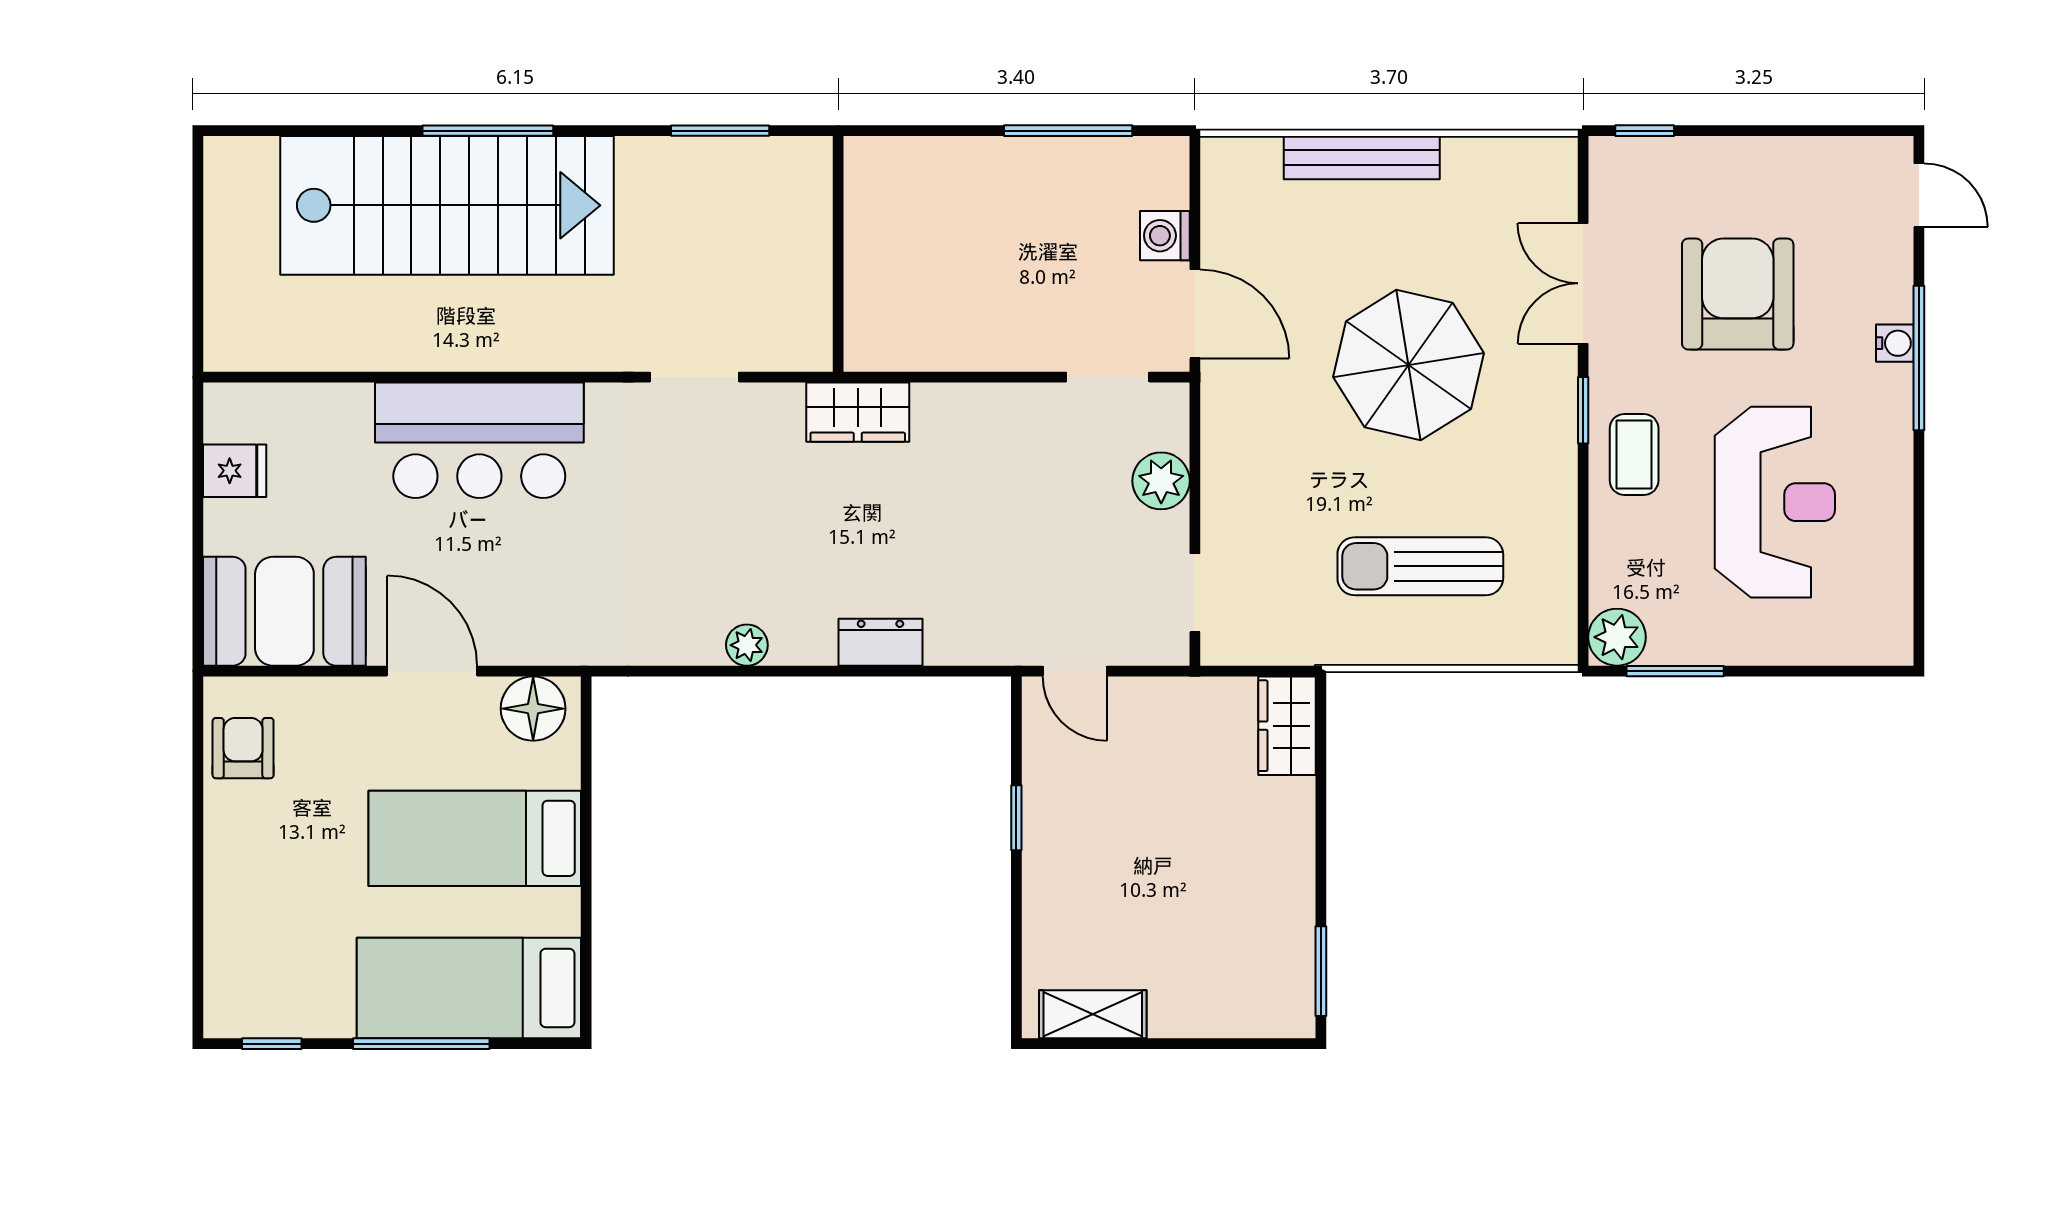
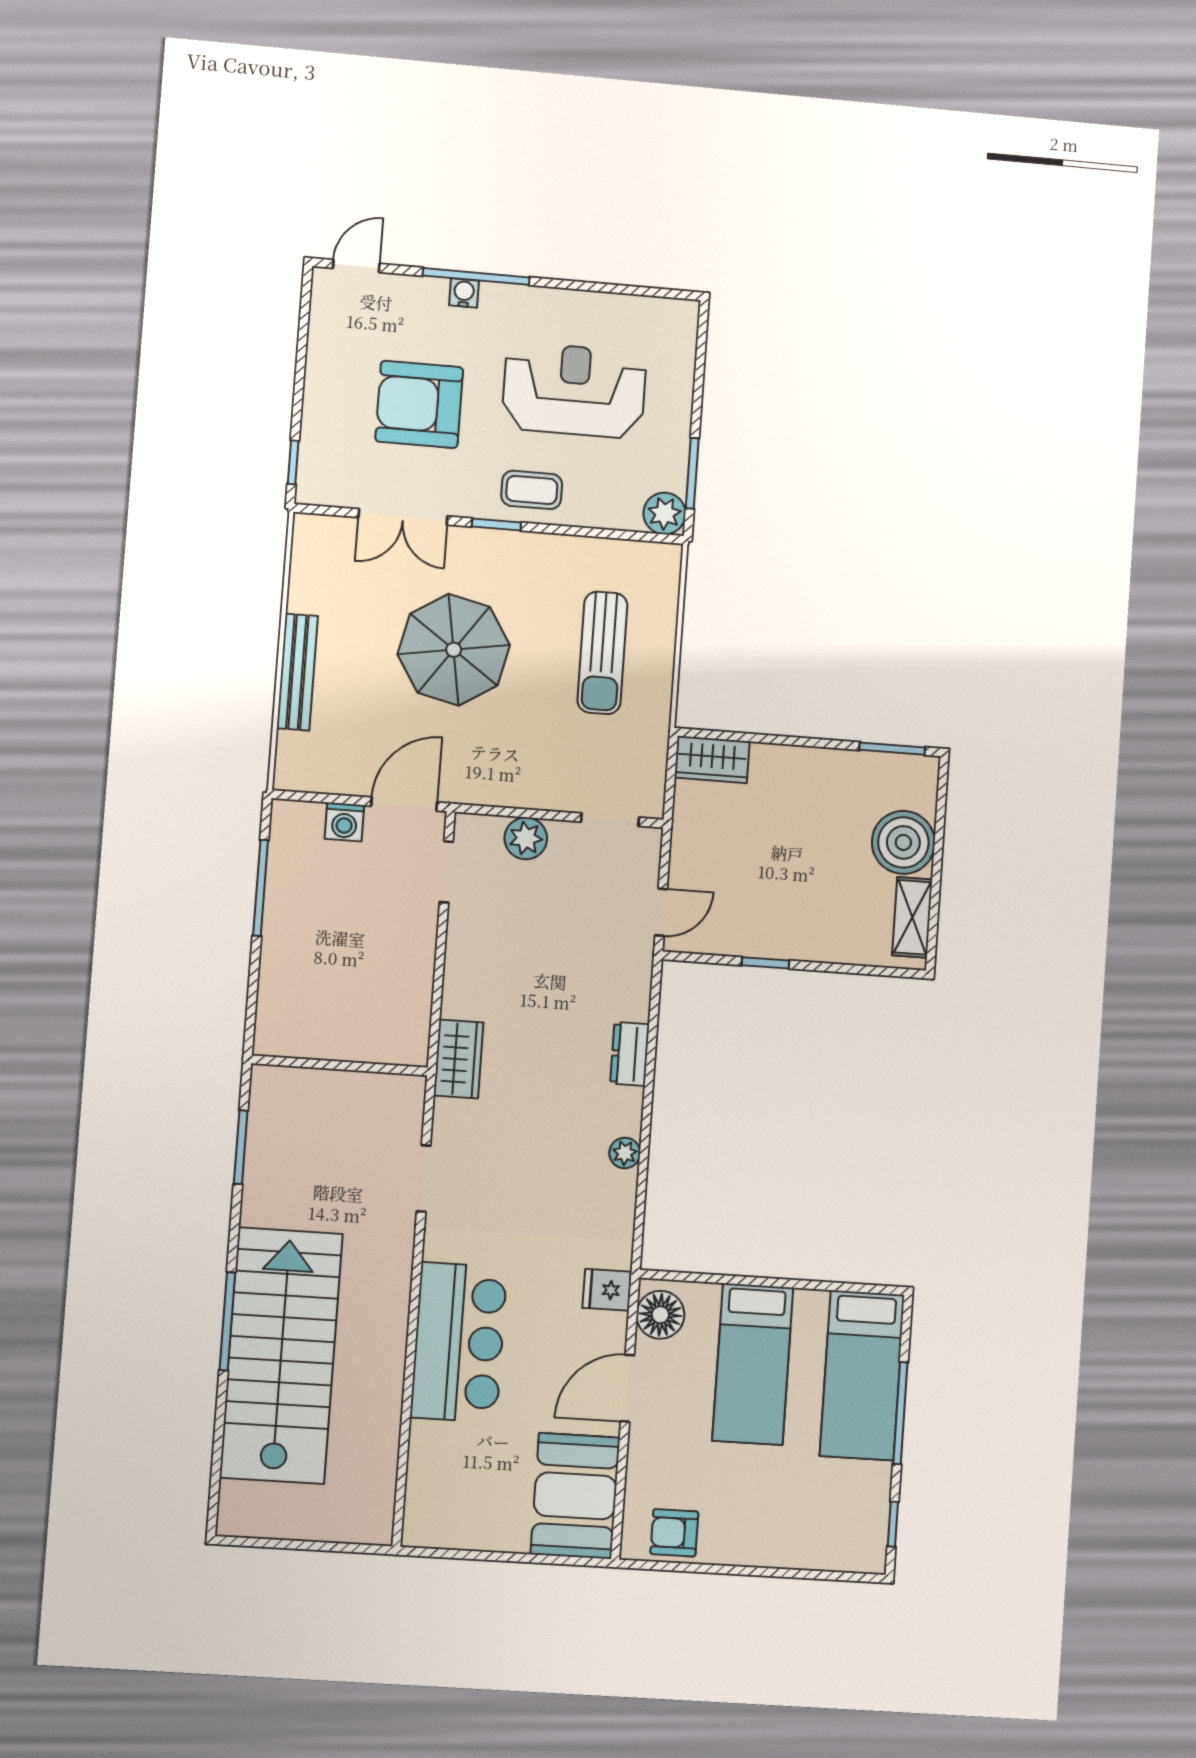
fridge: (235, 471) -> (607, 1290), moved, turned -90
boiler: (1194, 995) -> (903, 842), added

